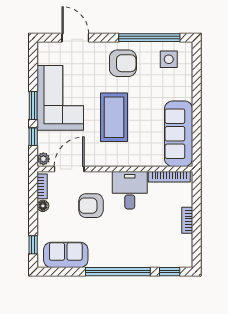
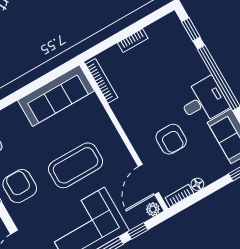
door: (69, 169) -> (149, 179), hinge flipped
desk: (130, 190) -> (203, 101), moved, turned 180

